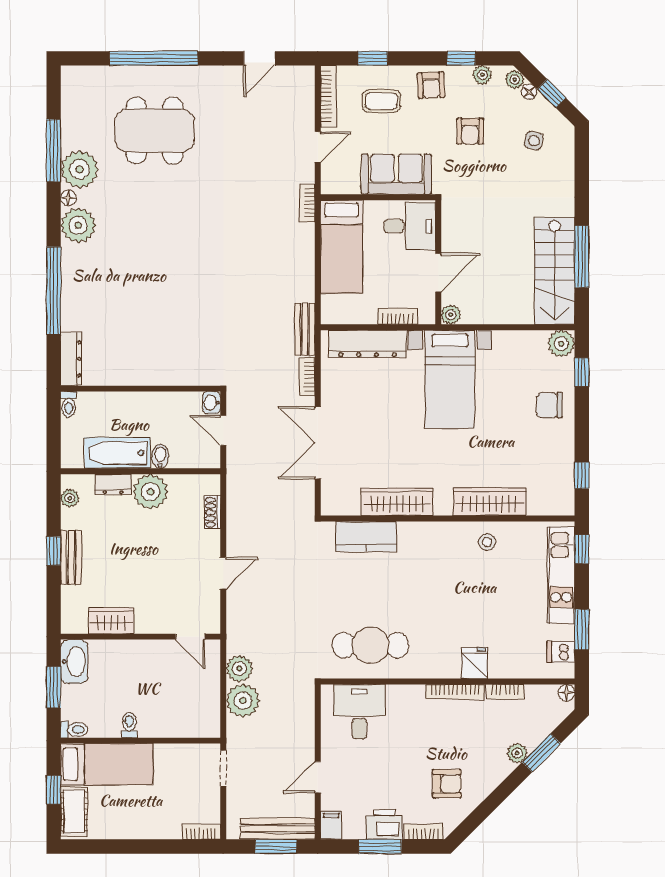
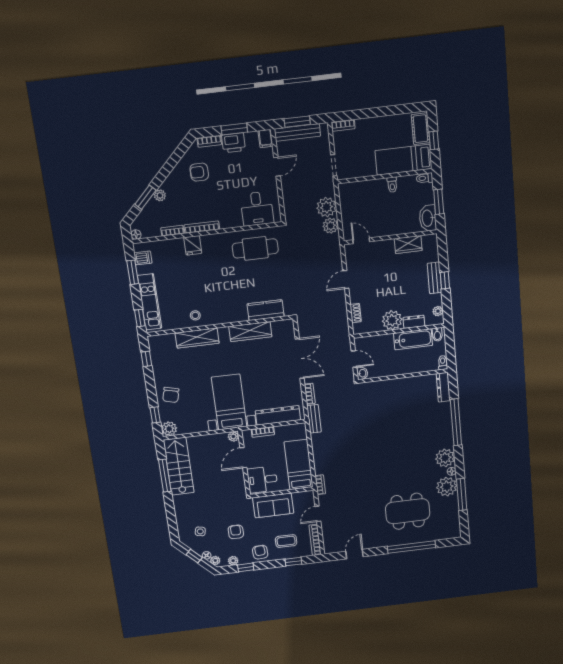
chair: (549, 405) -> (171, 395), turned 104
bidet: (160, 456) -> (437, 335), moved

